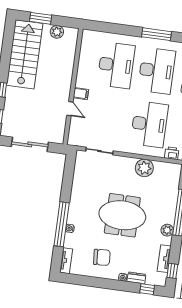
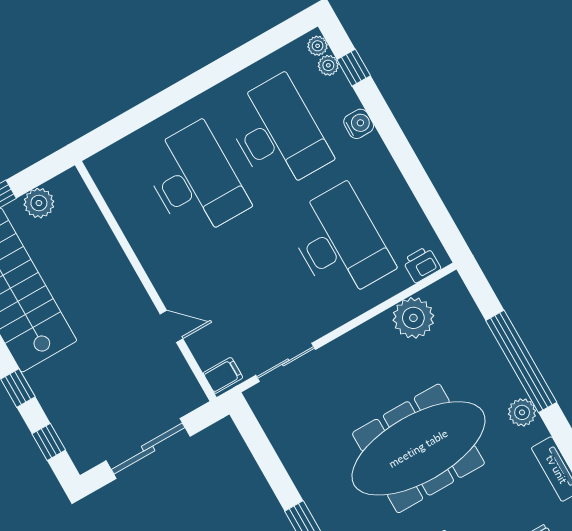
window: (156, 34) -> (226, 67), removed
filing cabinet: (81, 94) -> (223, 375), moved
plant: (144, 168) -> (413, 318), moved
meeting table: (122, 215) -> (418, 448), width x1.36

